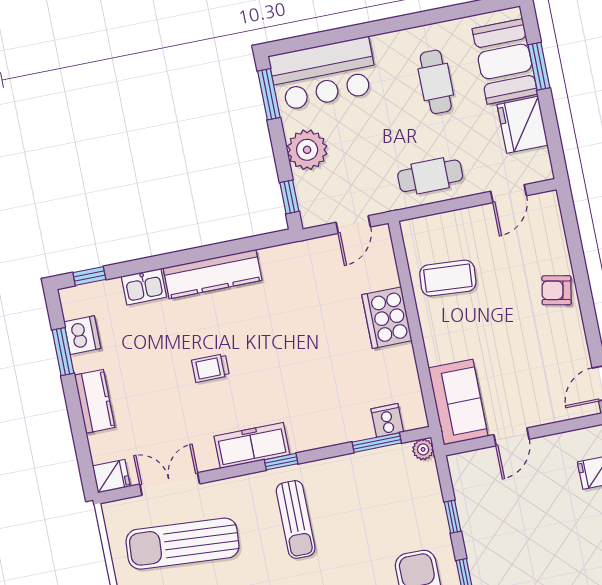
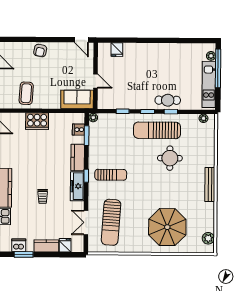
kitchen counter: (320, 432) -> (78, 157), added
fridge: (111, 476) -> (65, 245), moved

